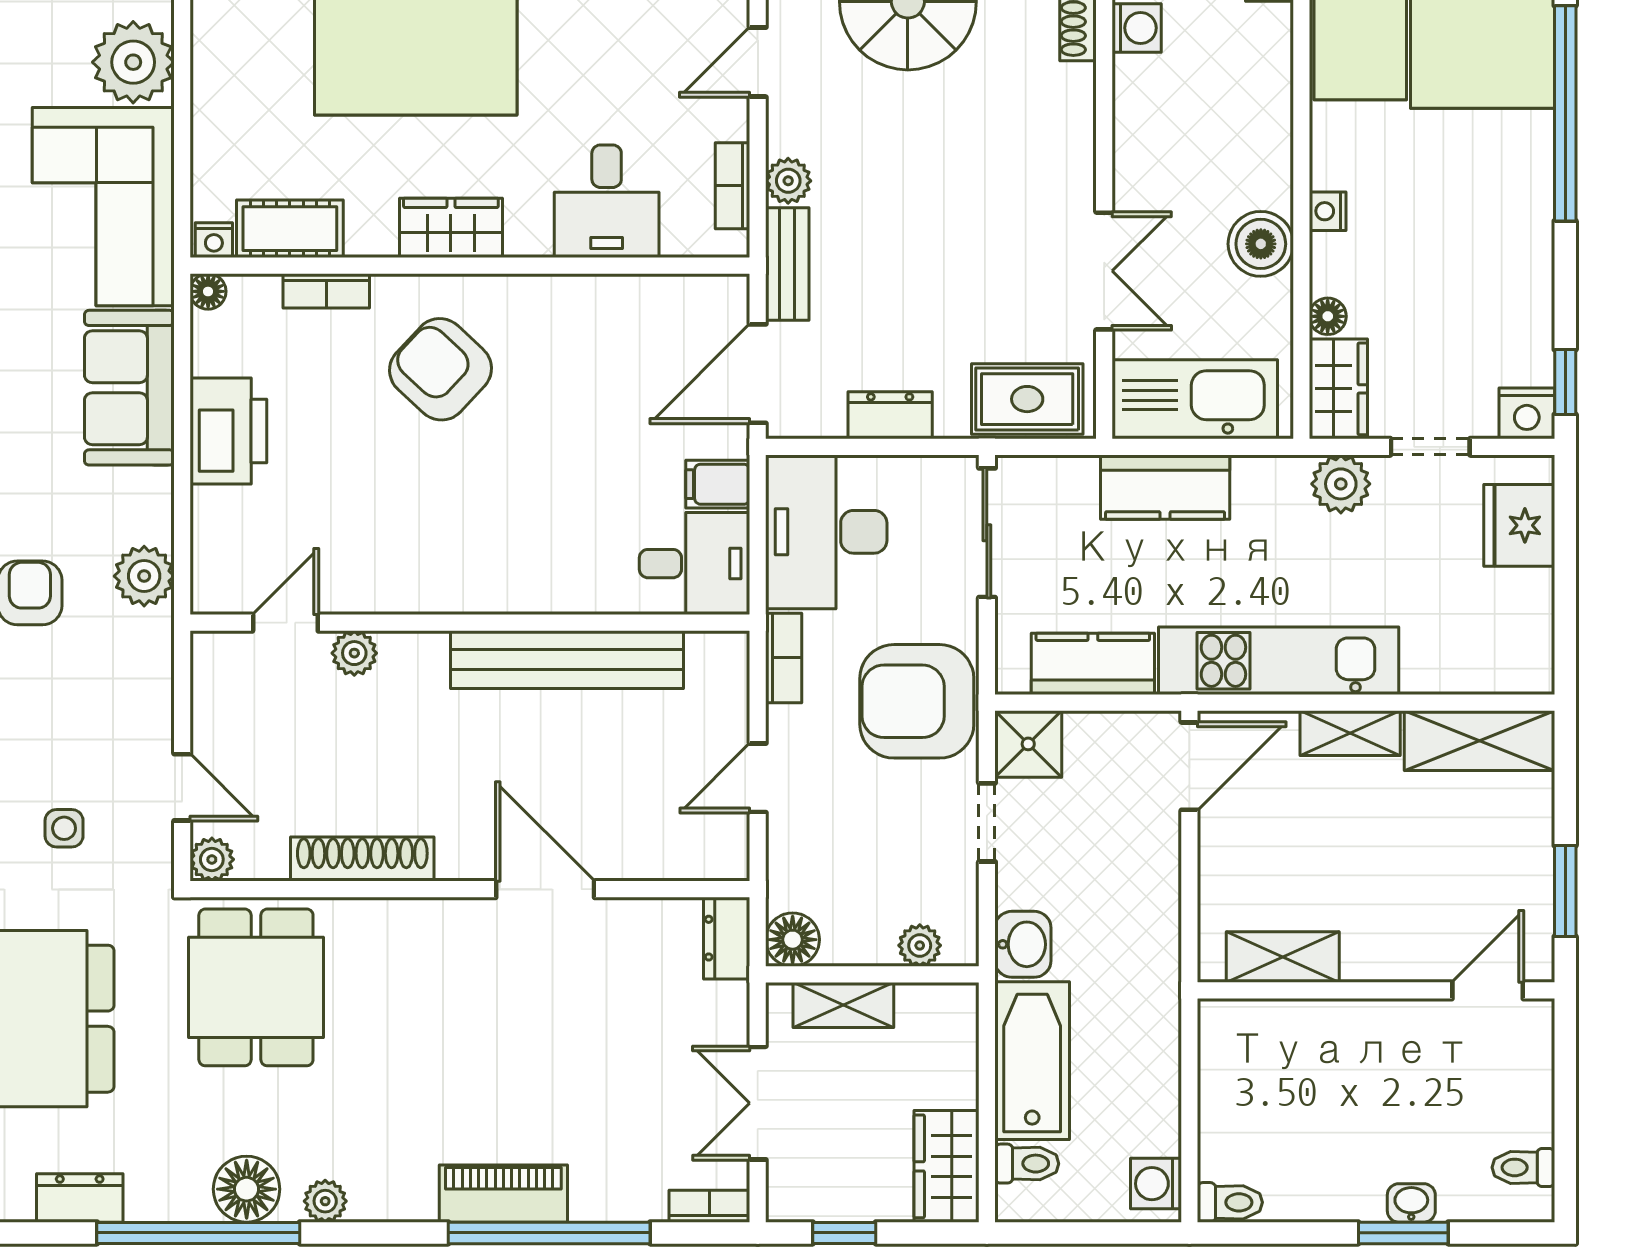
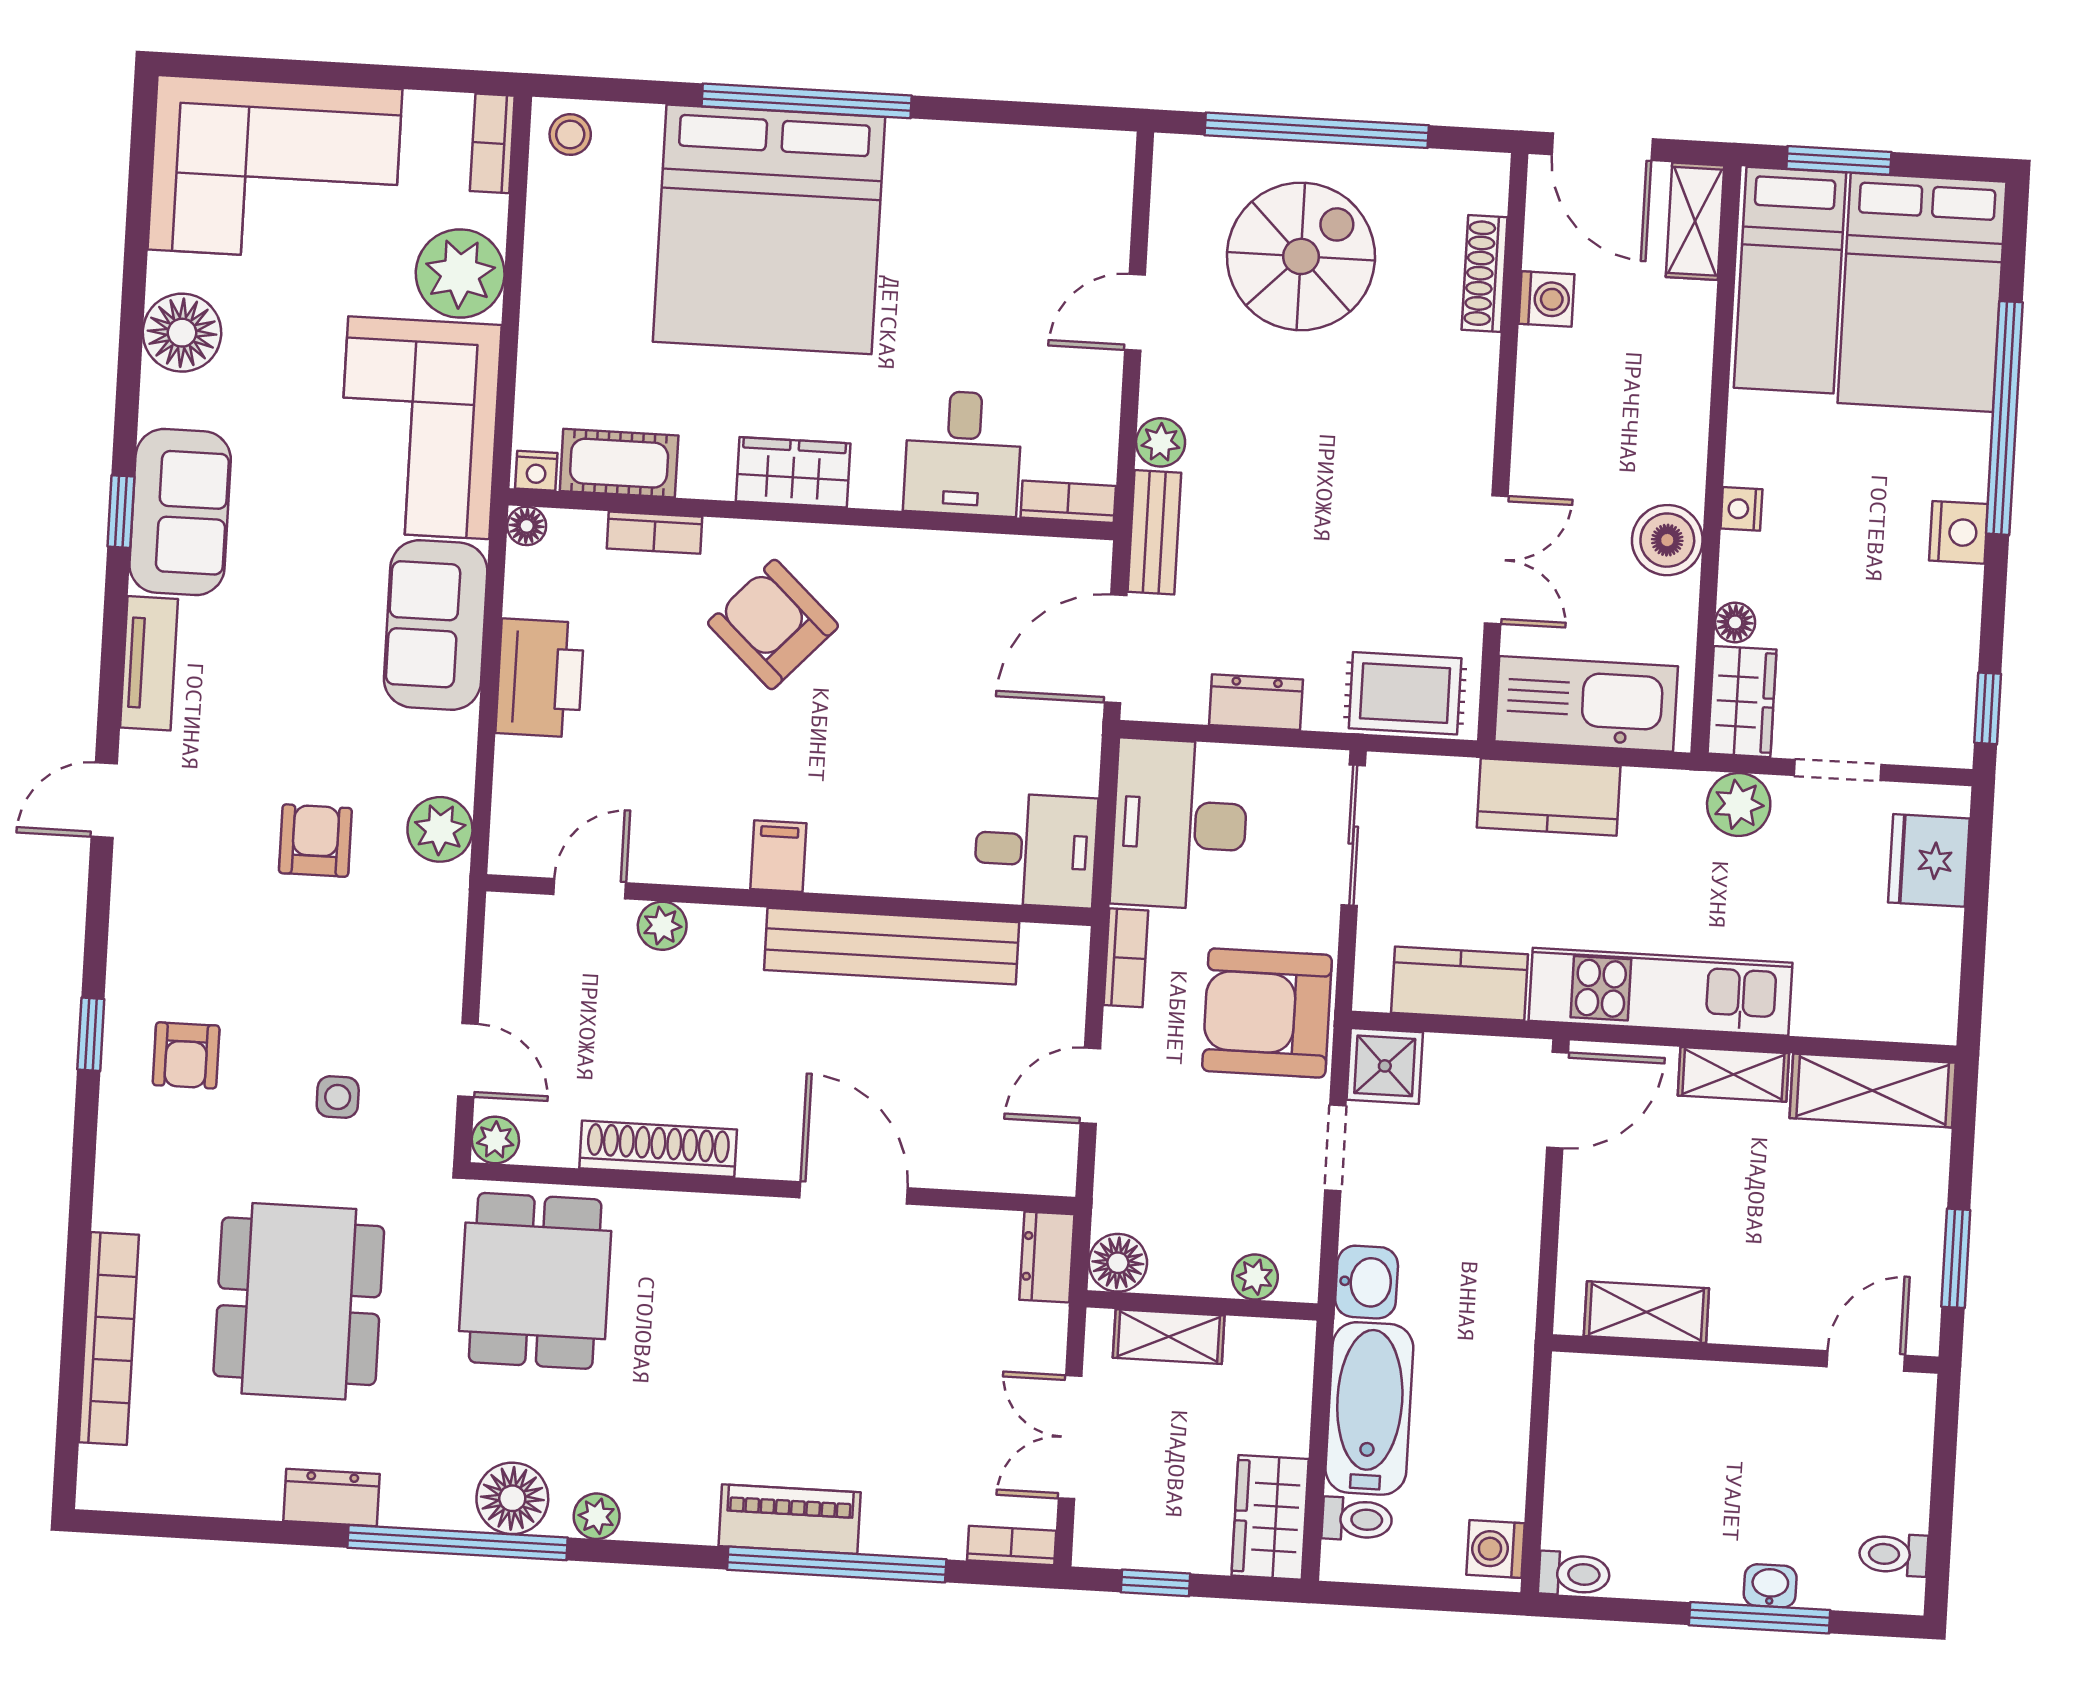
bookcase: (733, 186) -> (1068, 502), moved, turned 90
nightstand: (1527, 413) -> (1959, 532), moved, turned -90
filing cabinet: (718, 484) -> (778, 856), moved, turned 90
window: (1403, 1233) -> (1760, 1618), width x1.44

